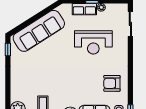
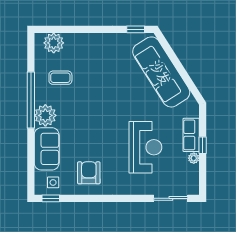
reception desk: (93, 42) -> (145, 147), turned 180

